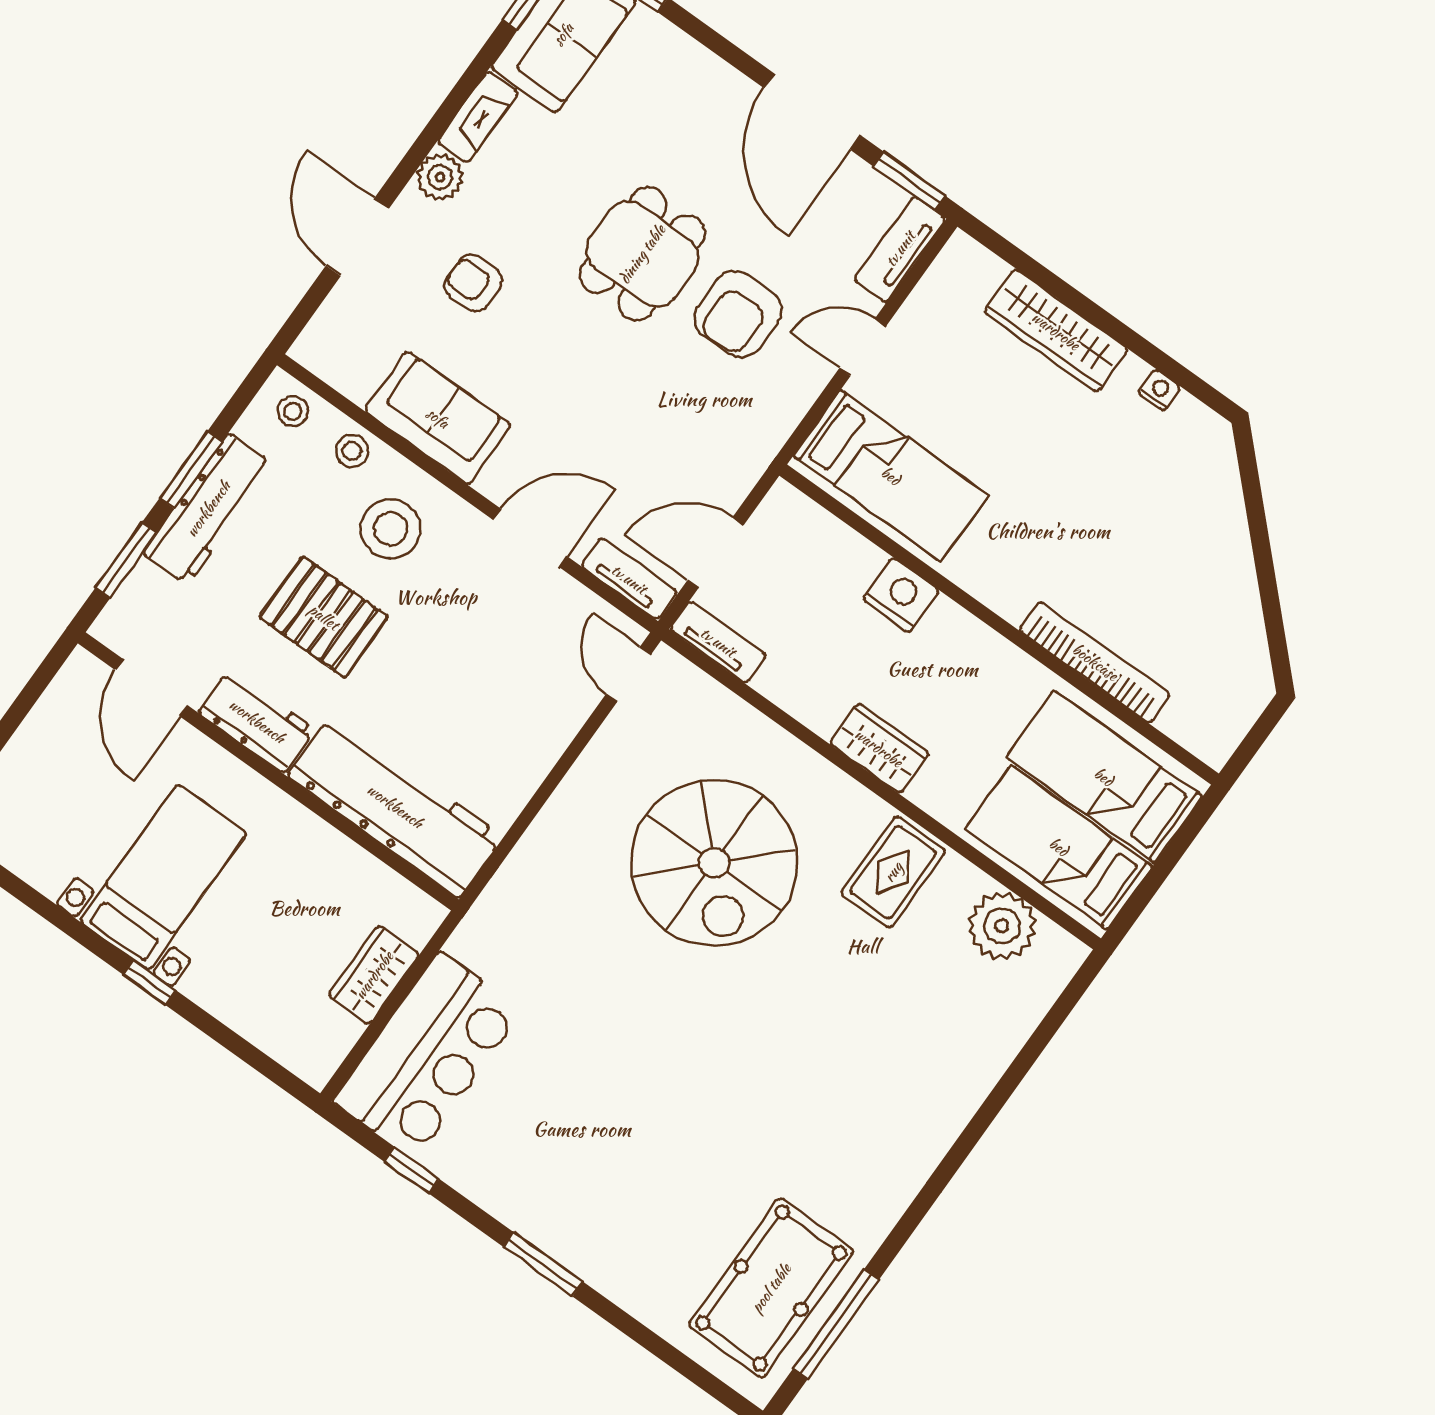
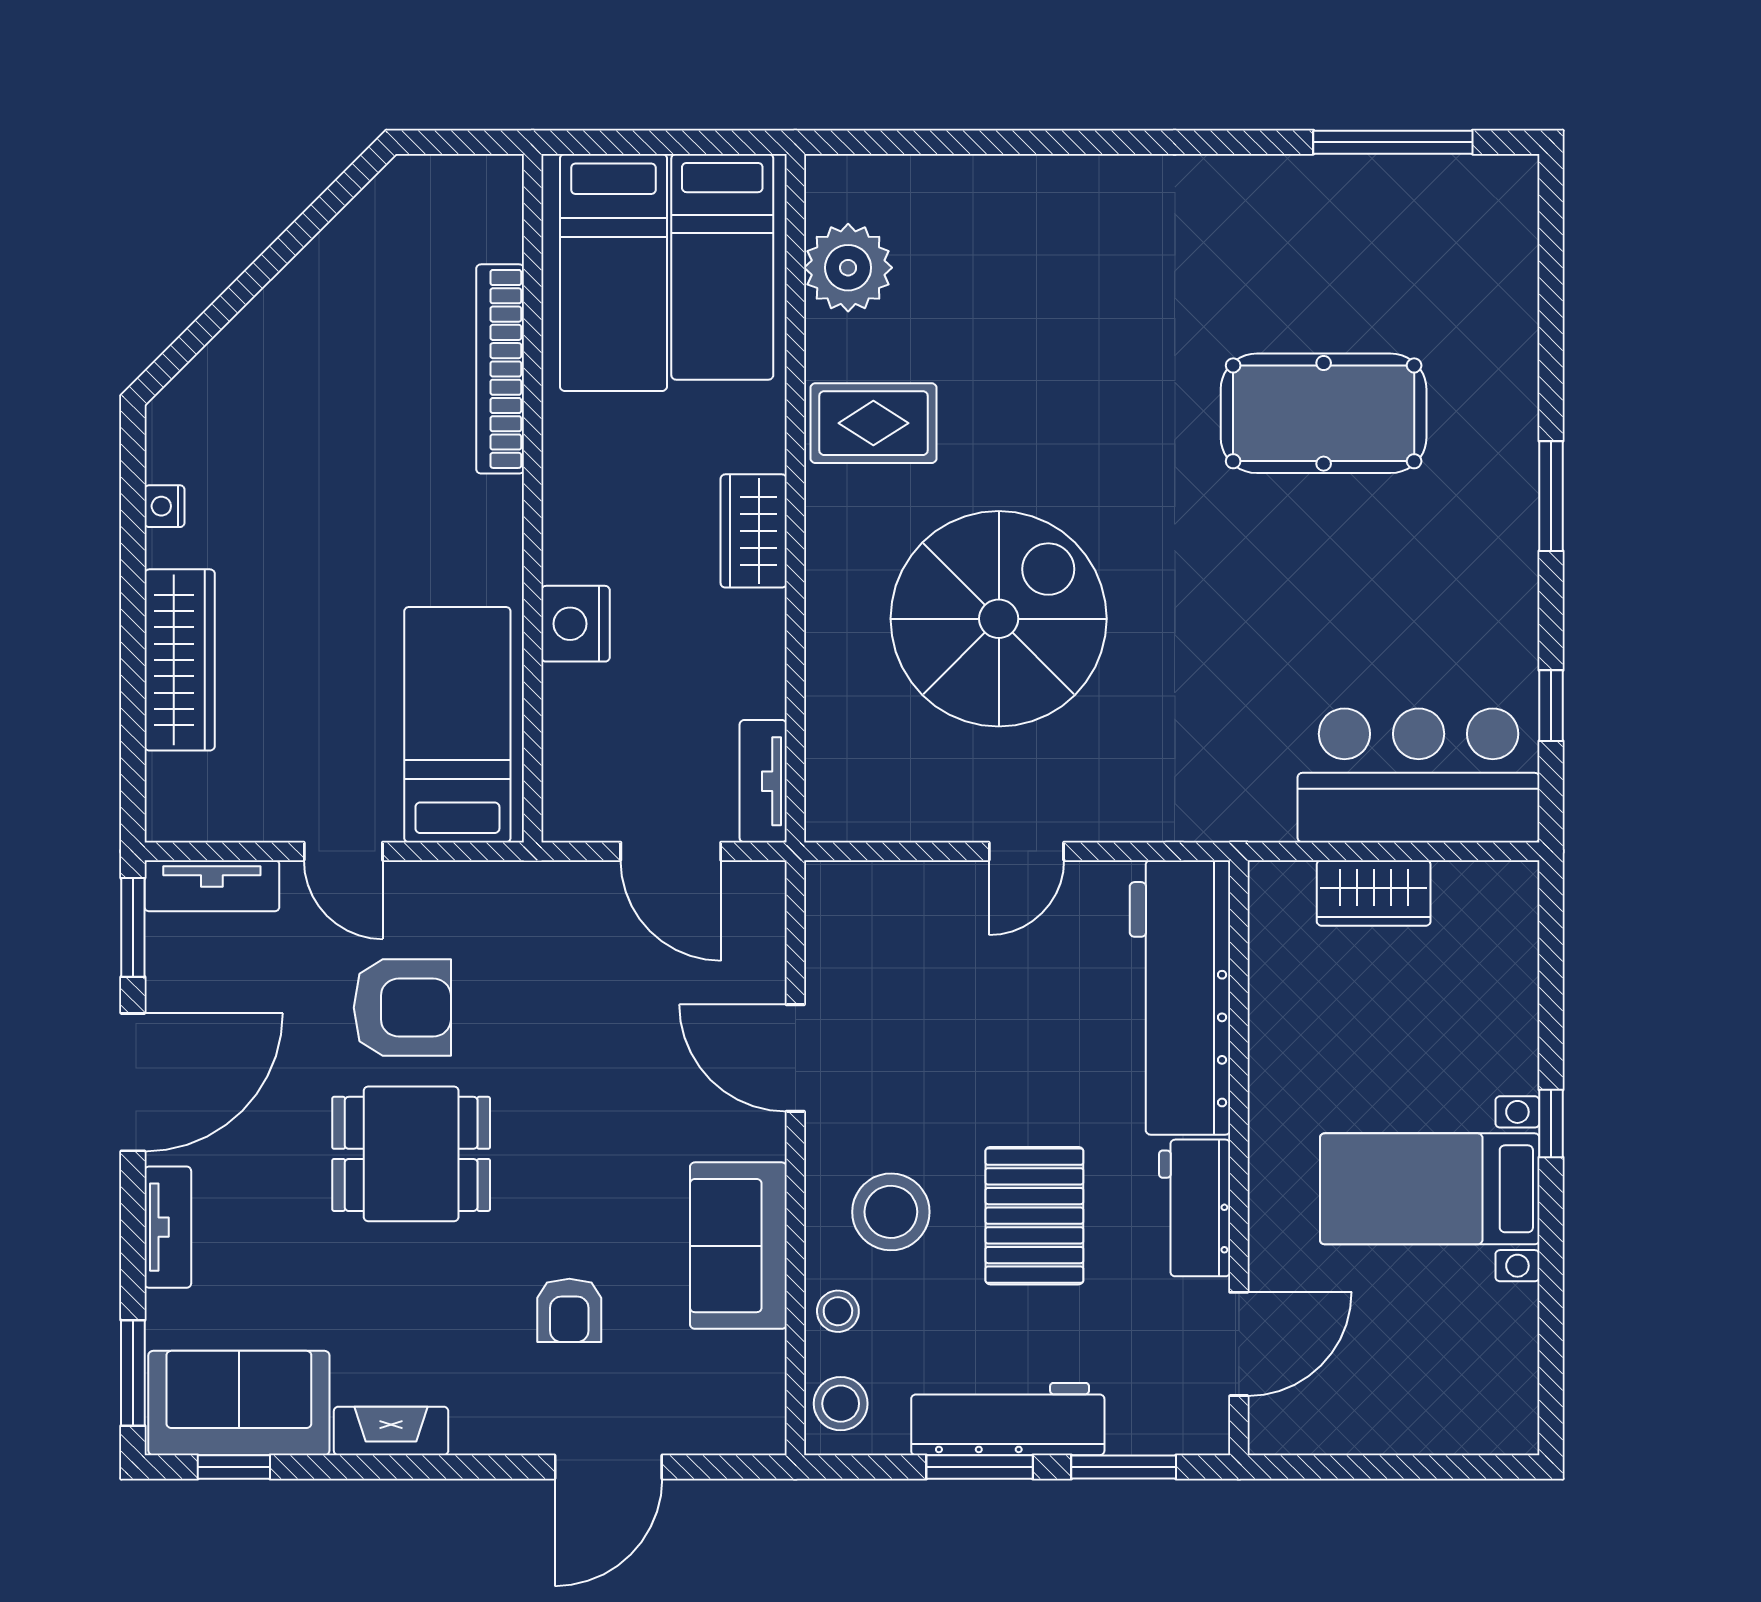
plant: (440, 177) -> (483, 1425), removed
stool: (293, 411) -> (841, 1404), width x1.37, depth x1.37
tv unit: (629, 579) -> (168, 1227), moved, turned 180
door: (628, 674) -> (1026, 851), moved
pool table: (771, 1288) -> (1324, 413), moved

